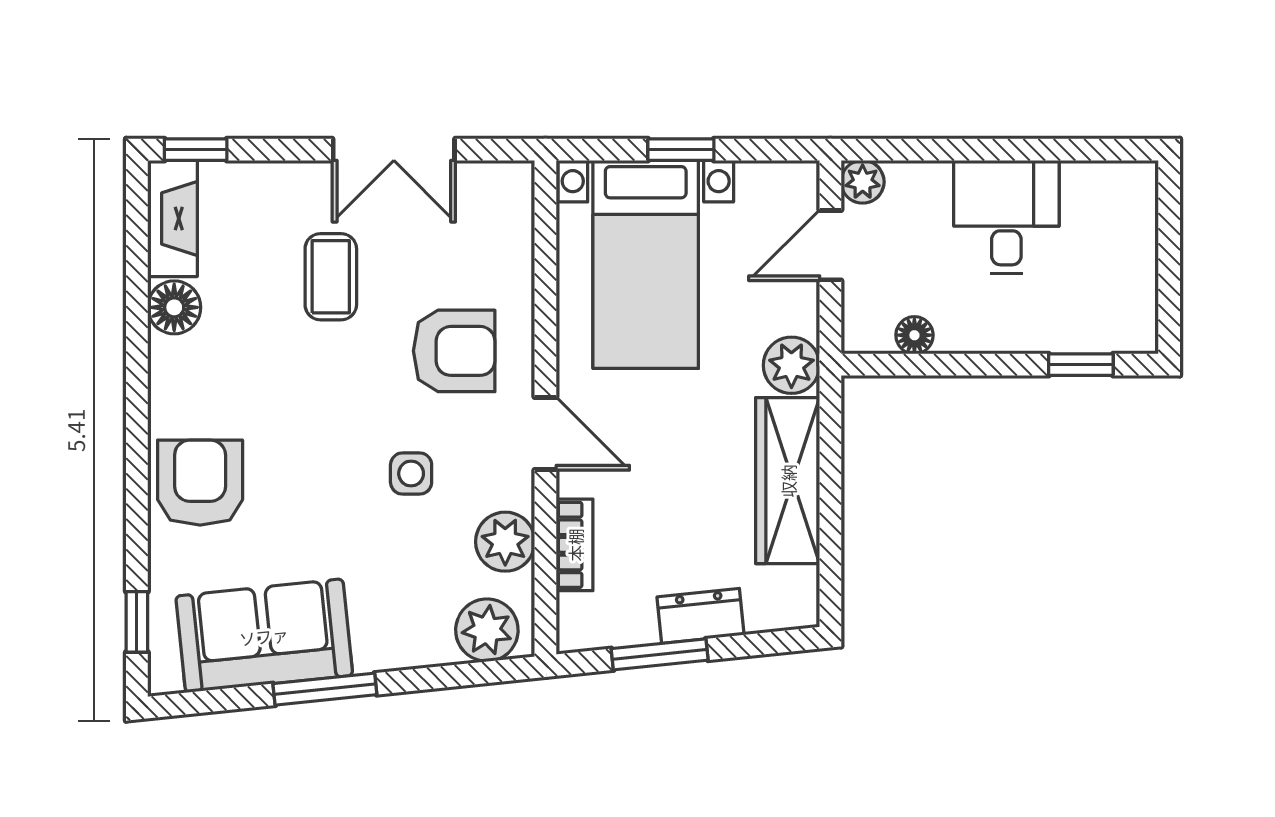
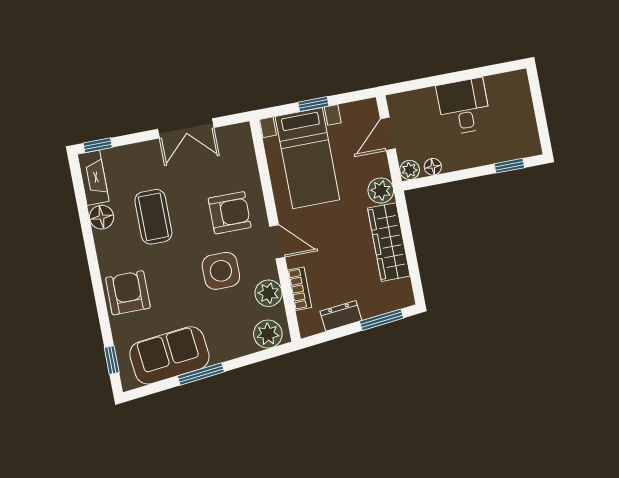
plant: (863, 182) -> (410, 170), moved
coffee table: (331, 277) -> (153, 217), moved, width x1.36, depth x1.30
side table: (411, 474) -> (221, 271), width x1.87, depth x1.87
dresser: (701, 616) -> (341, 316), moved
window: (660, 654) -> (382, 320), moved

